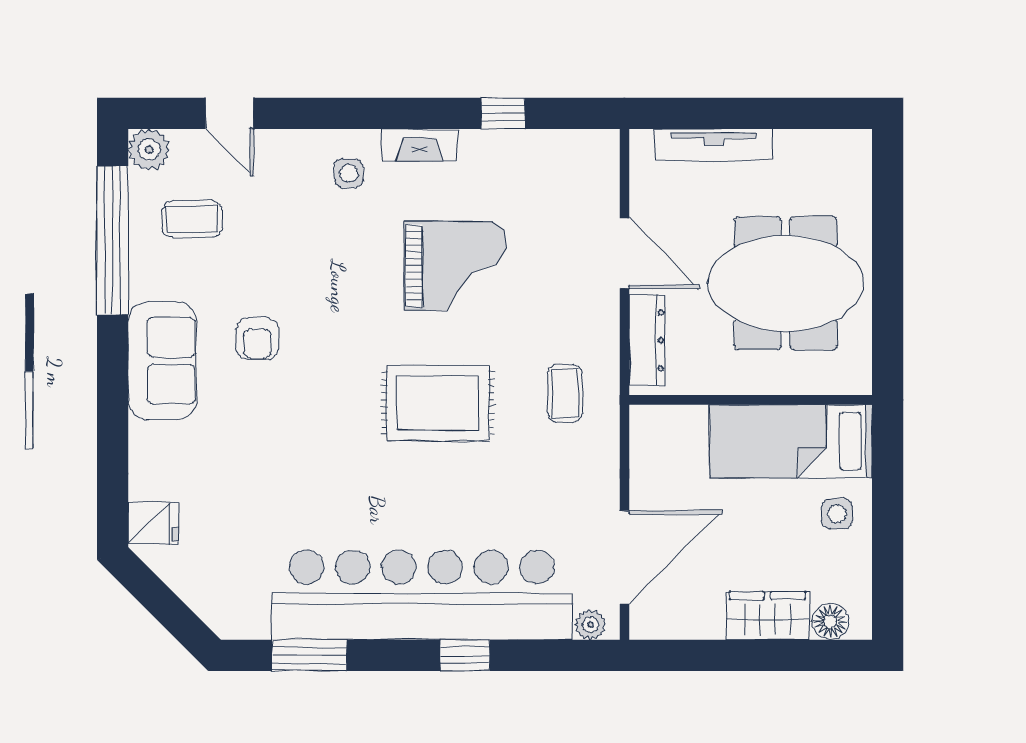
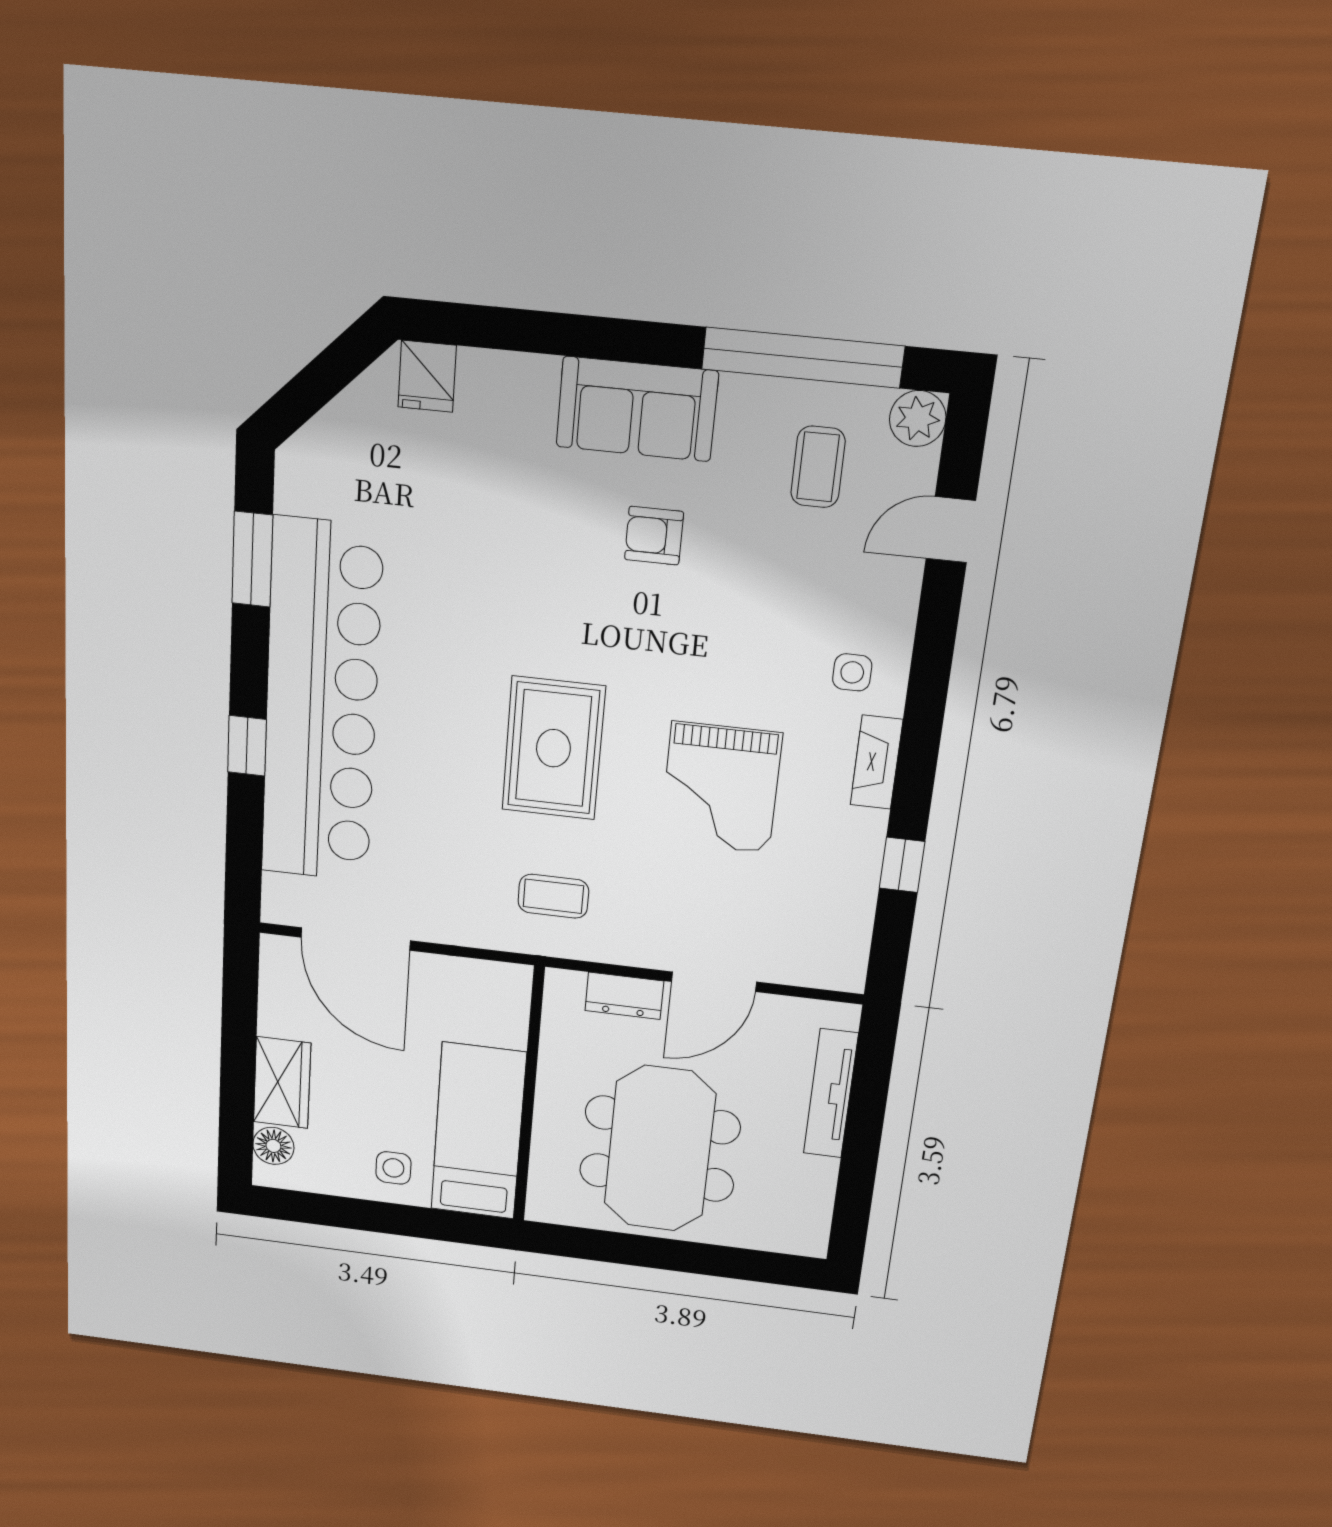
dresser: (647, 340) -> (624, 996), width x0.70
plant: (590, 625) -> (279, 892), removed

